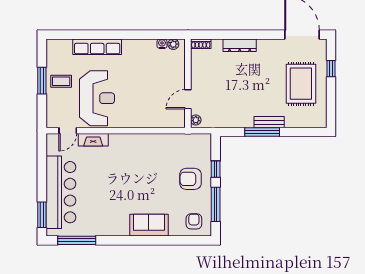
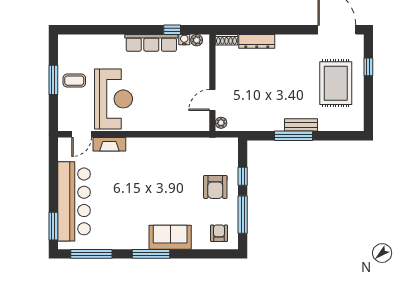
window: (151, 35) -> (172, 30), added
dresser: (240, 45) -> (257, 41), moved
row of seats: (97, 47) -> (151, 43), moved
armchair: (190, 179) -> (215, 187), turned -90
window: (132, 240) -> (151, 254), added

